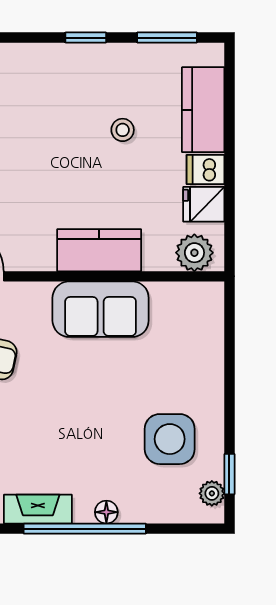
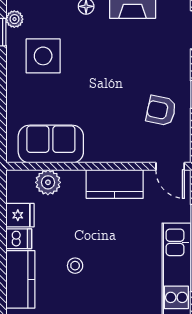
kitchen counter: (99, 250) -> (115, 184), moved
plant: (194, 253) -> (48, 182), moved
sofa: (101, 309) -> (51, 144), moved

